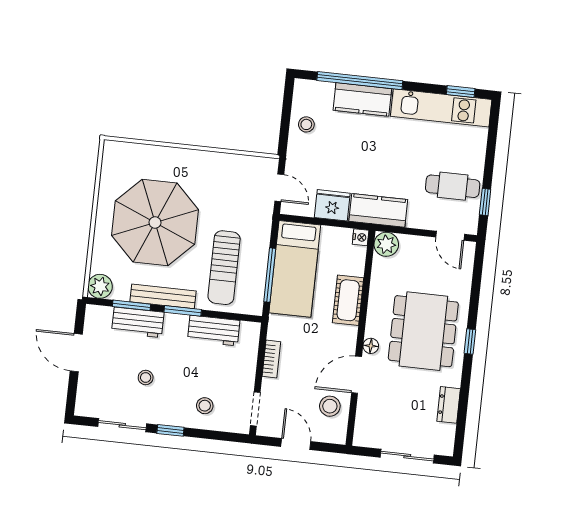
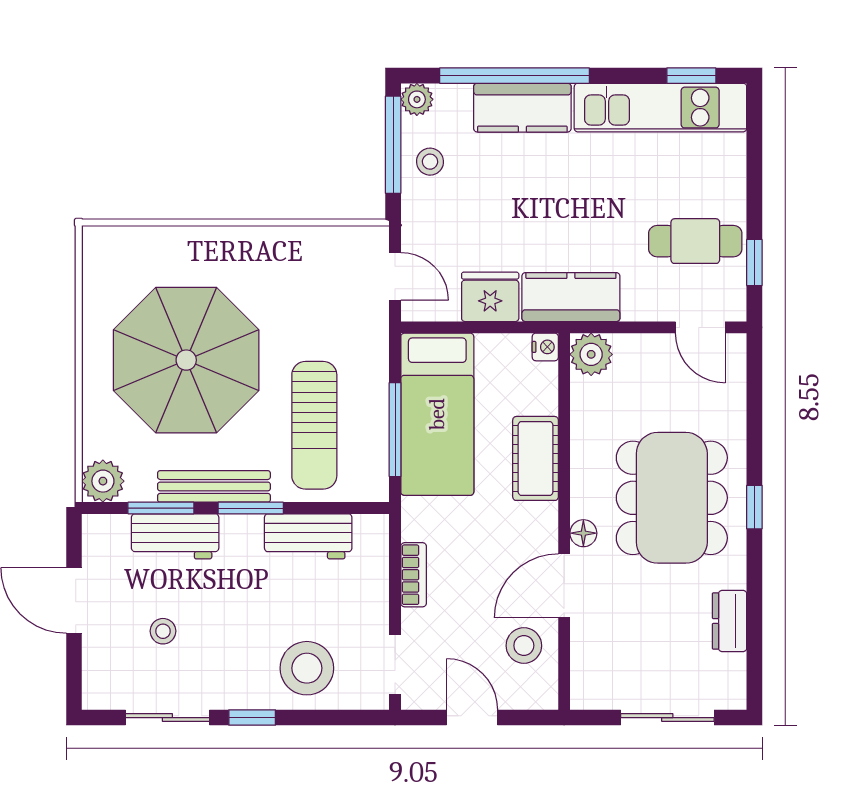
plant: (303, 88) -> (417, 99), added
window: (286, 113) -> (393, 145), added
stool: (146, 377) -> (163, 631), moved
stool: (205, 406) -> (307, 668), width x1.89, depth x1.89

